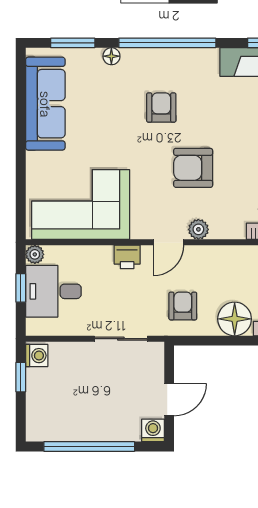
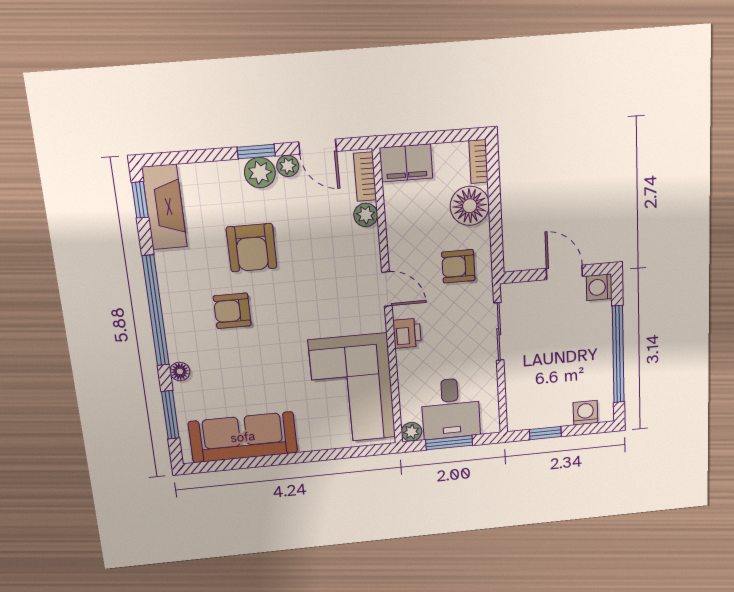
armchair: (193, 168) -> (252, 248), moved
plant: (198, 229) -> (366, 215), moved
window: (21, 288) -> (449, 443), width x1.50
washing machine: (37, 356) -> (585, 413), moved

